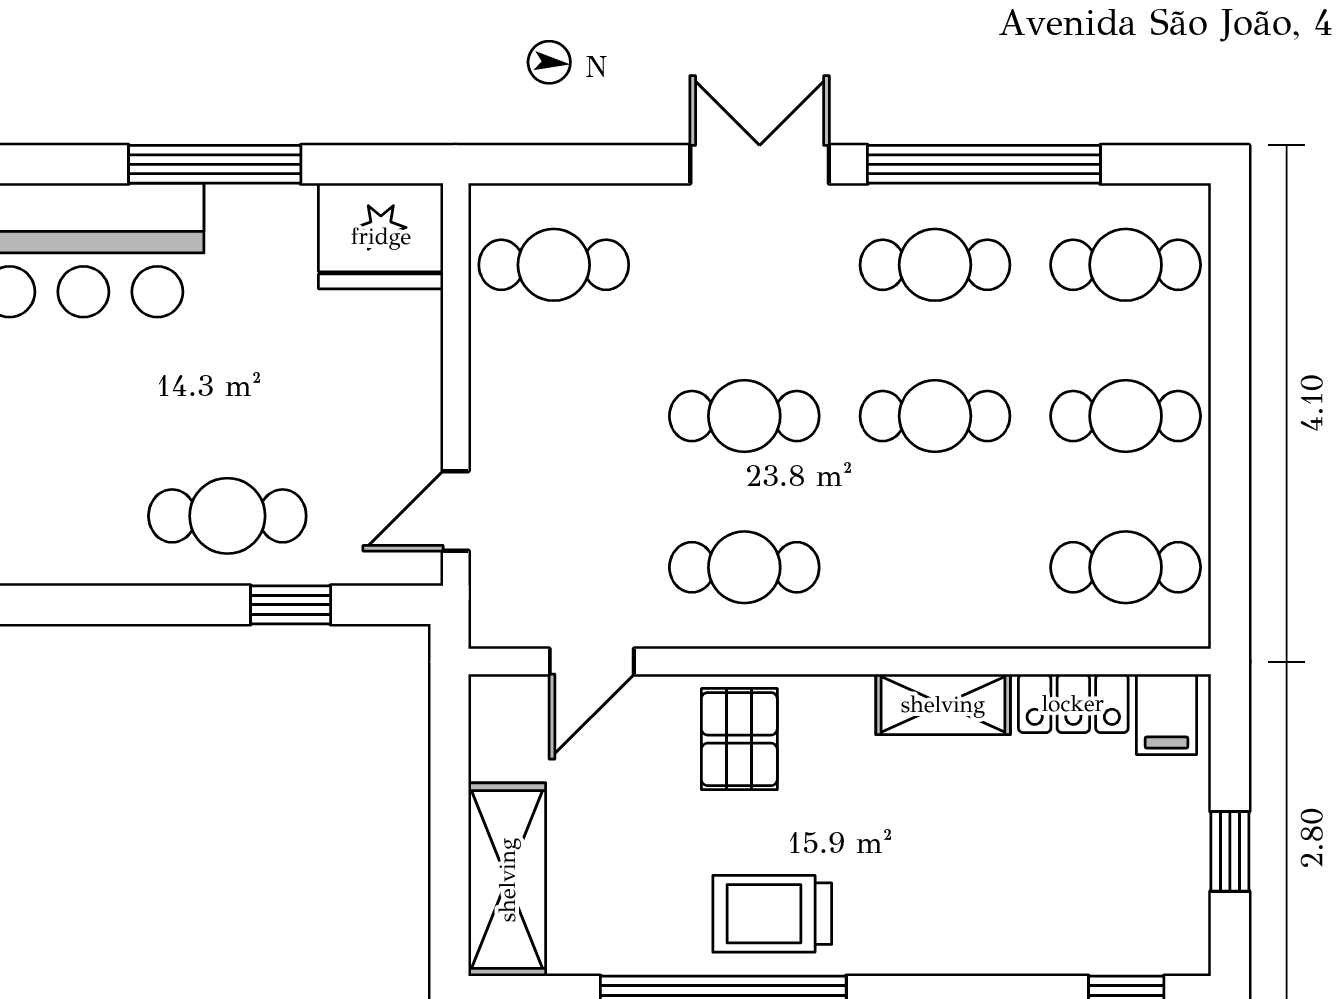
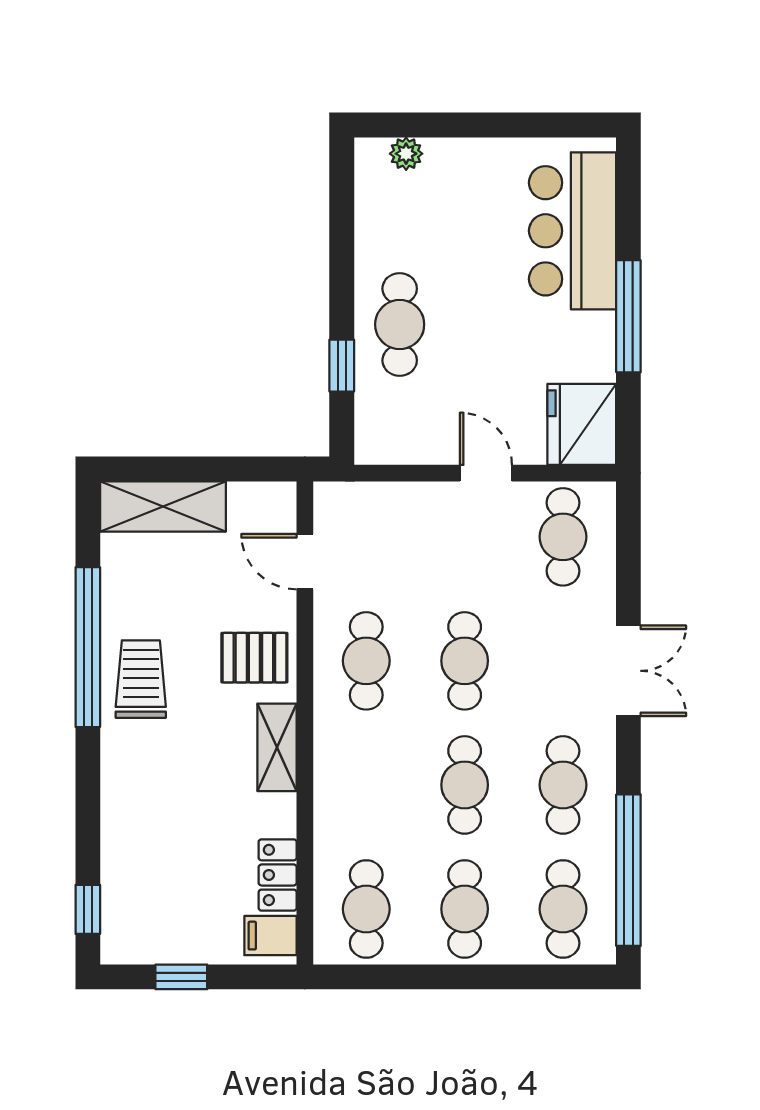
window: (984, 164) -> (628, 870), moved
door: (456, 511) -> (486, 473), moved
shelving: (943, 704) -> (277, 747), moved

